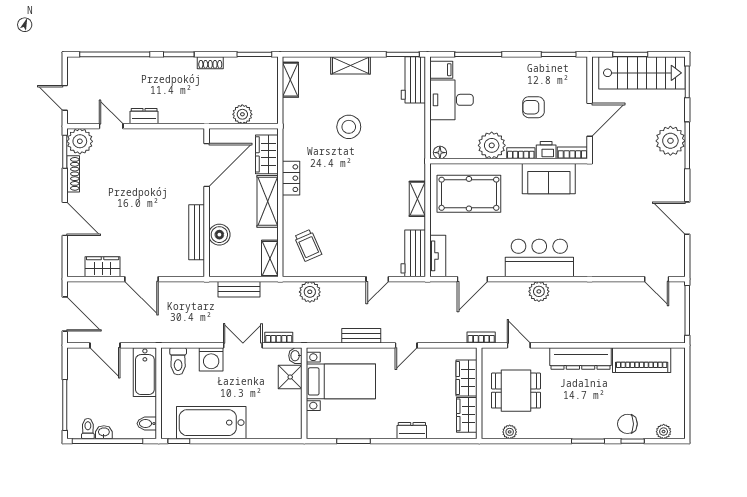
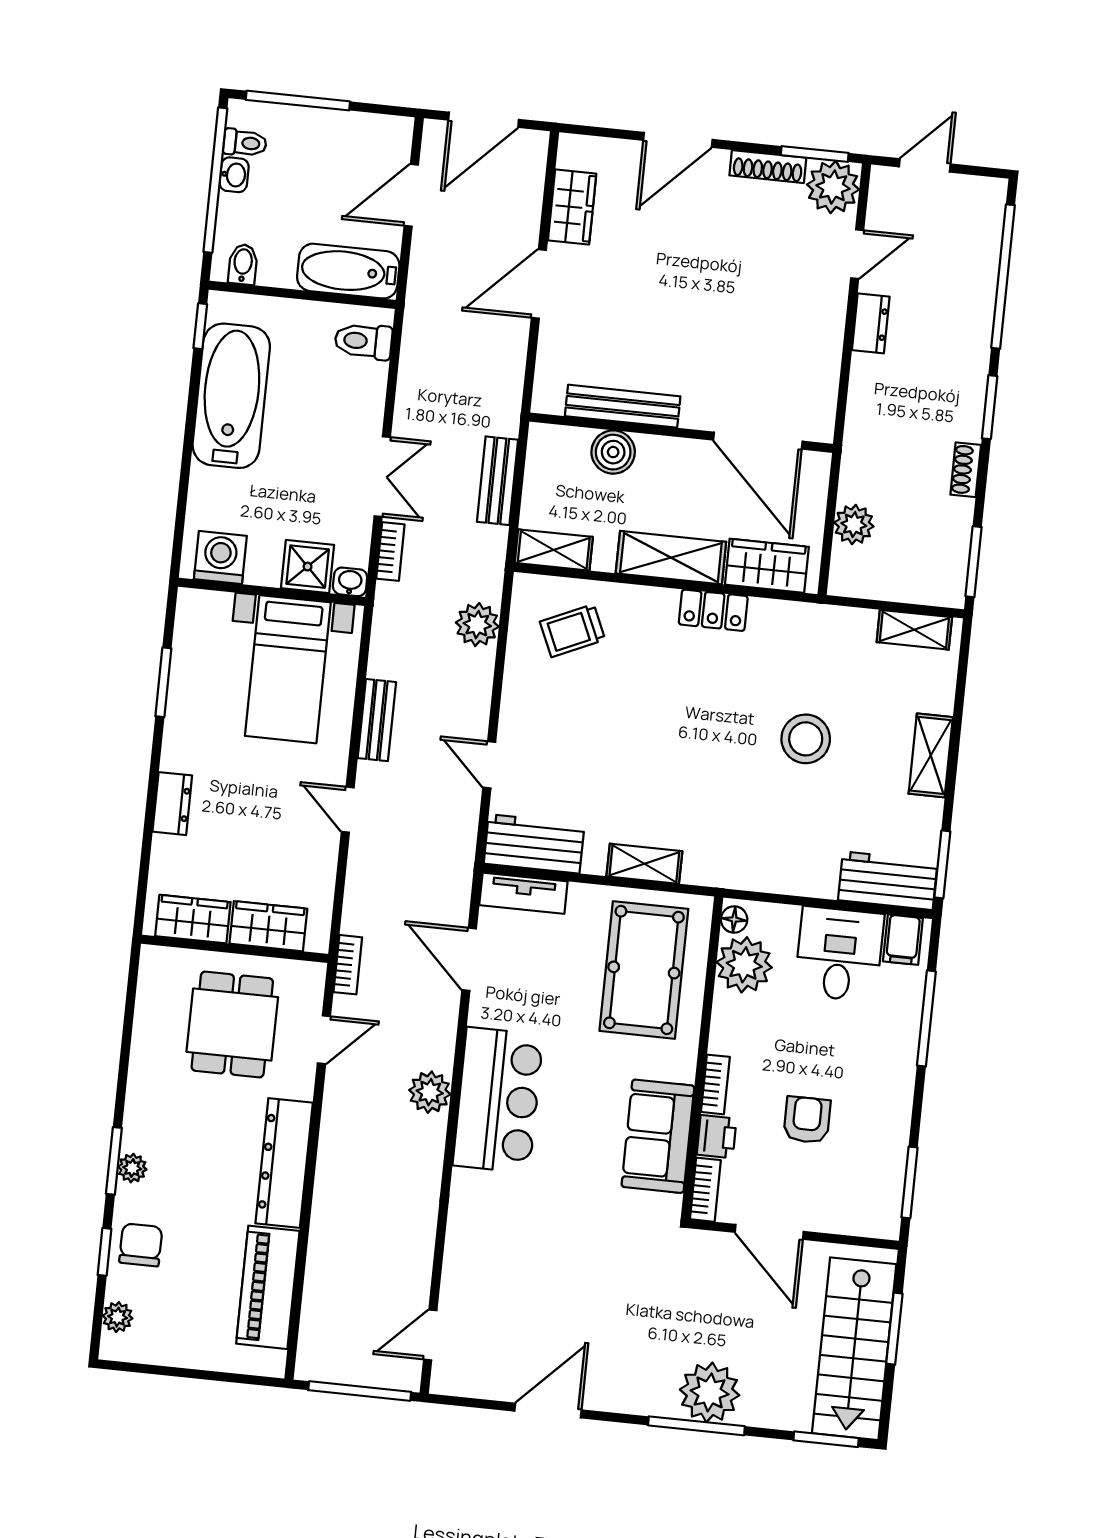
plant: (492, 145) -> (744, 965), moved
washing machine: (211, 359) -> (220, 558), moved, turned 90
plant: (510, 432) -> (132, 1168), moved

